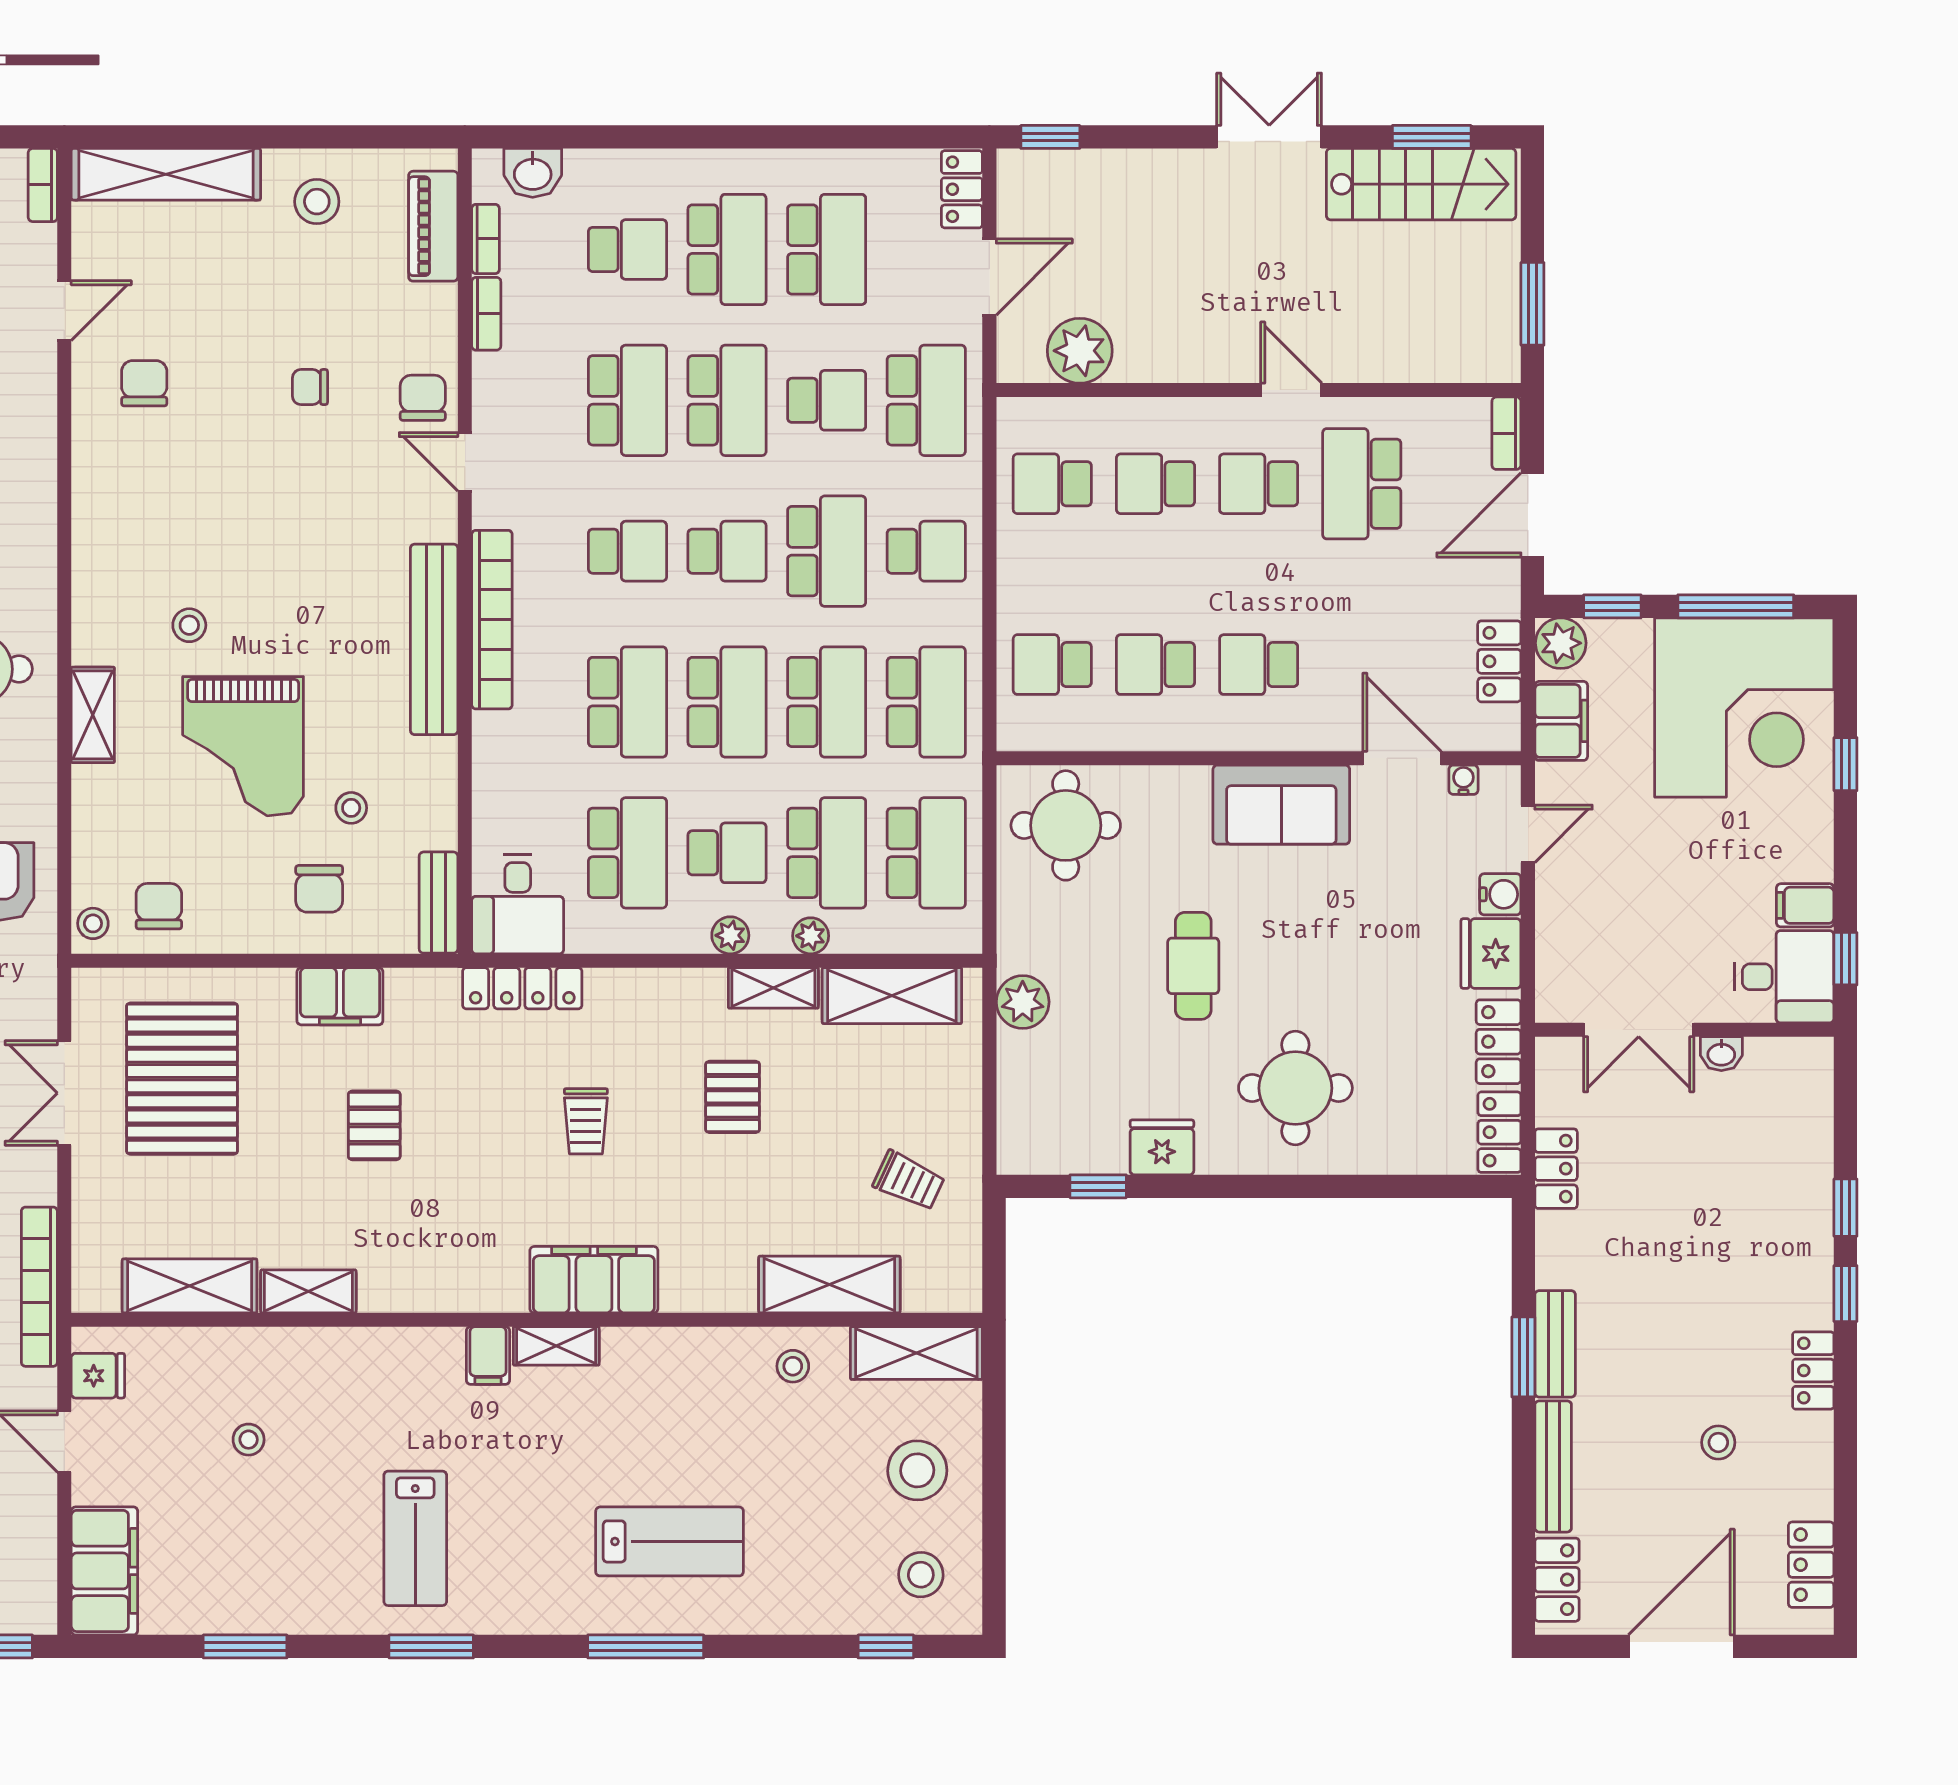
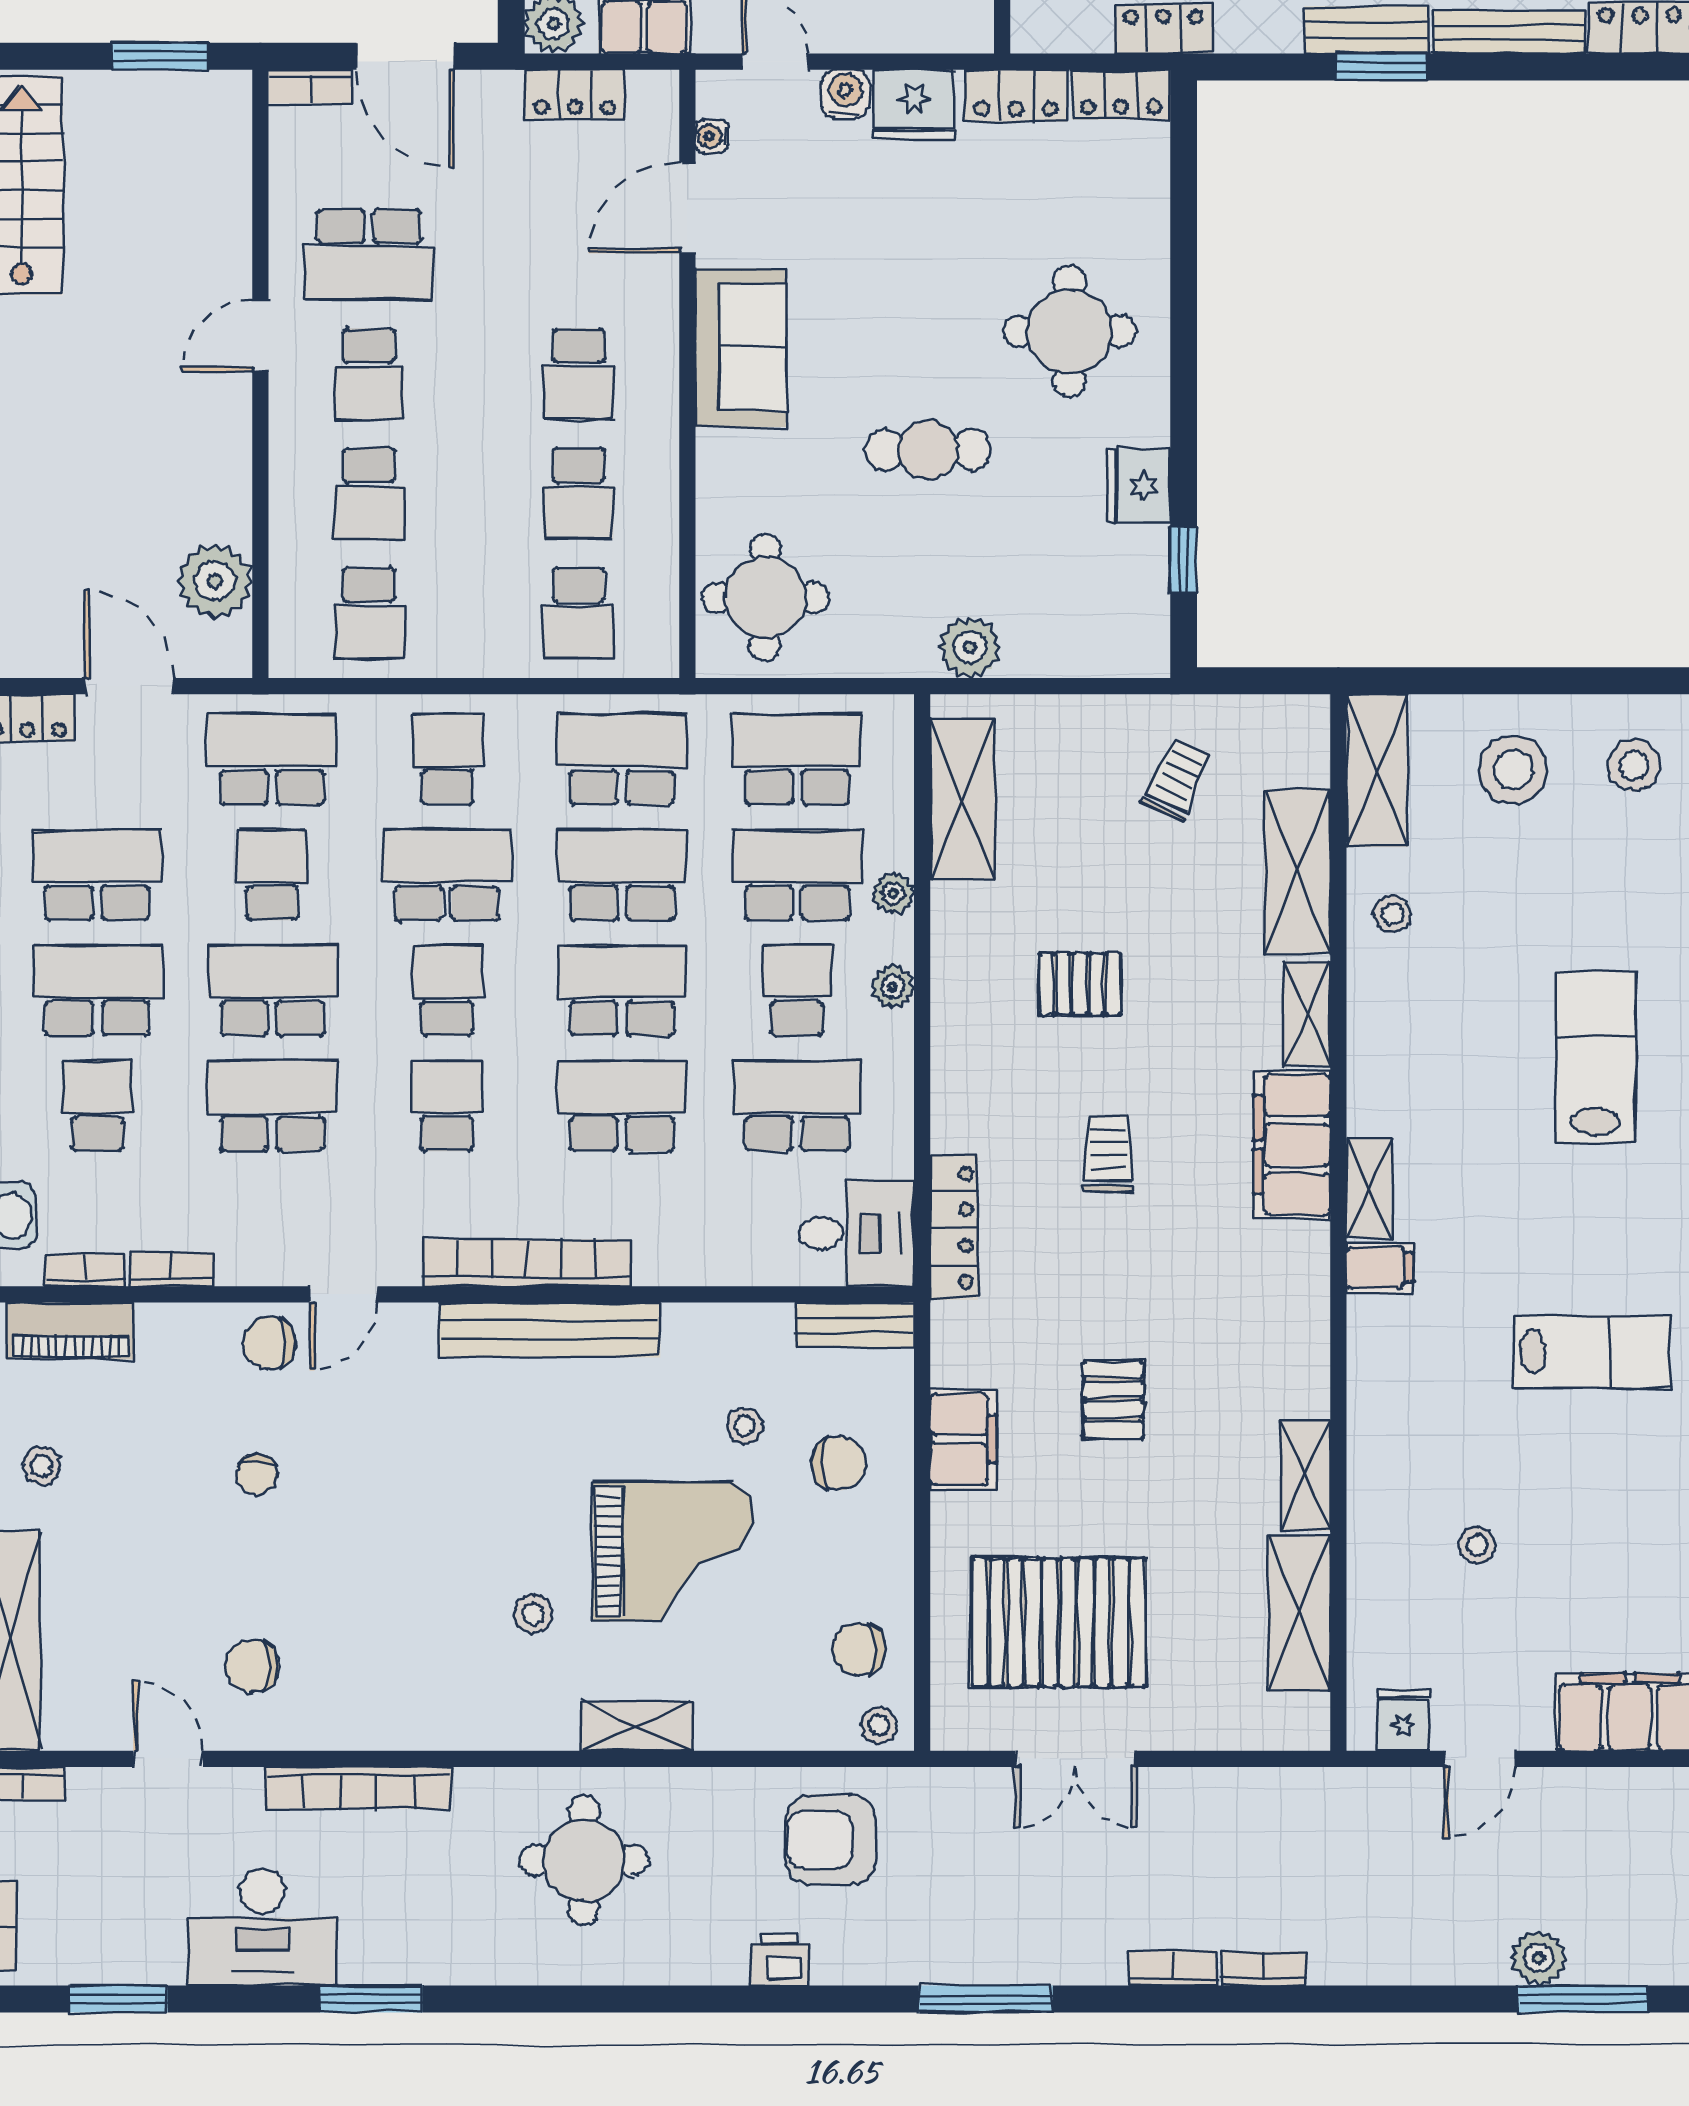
stool: (317, 202) -> (42, 1466), width x0.73, depth x0.73
shelving: (773, 988) -> (1307, 1014), moved
trolley: (586, 1121) -> (1108, 1154), turned -90
pallet: (374, 1125) -> (1113, 1399), turned 90
bookcase: (39, 1287) -> (359, 1788), moved

